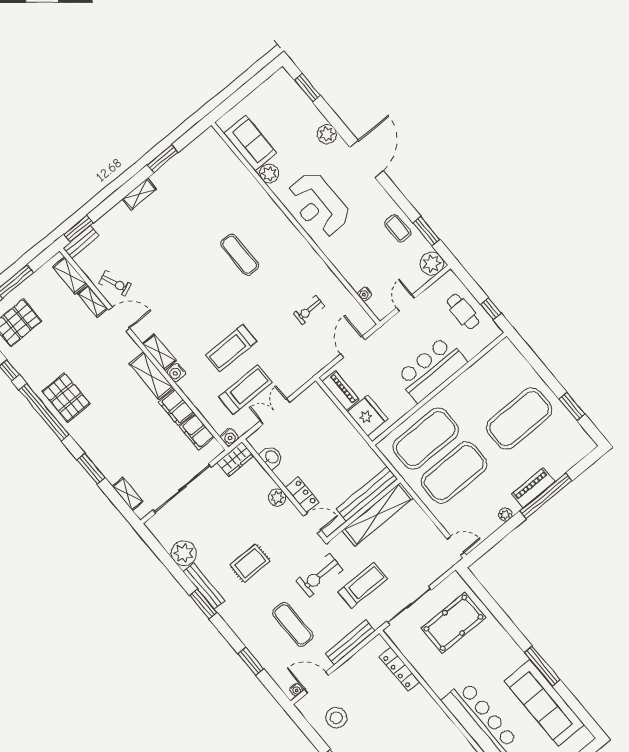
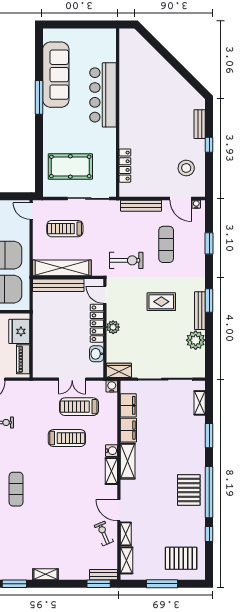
locker: (302, 495) -> (97, 323), width x1.53
treadmill: (363, 585) -> (65, 229), moved

